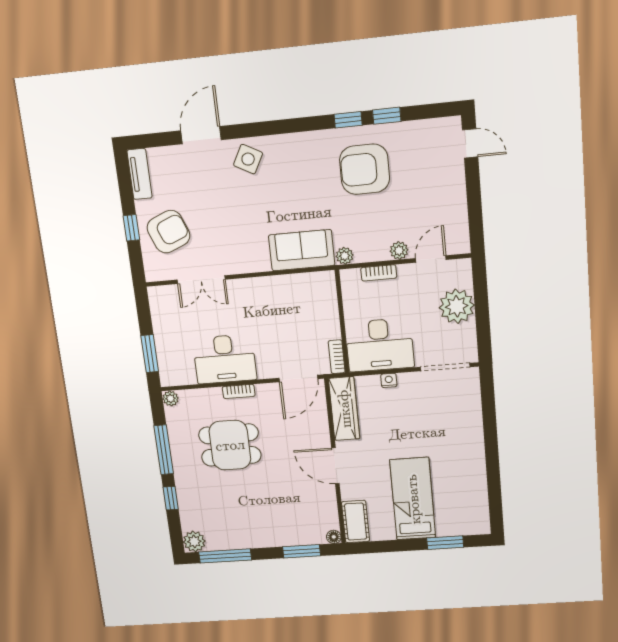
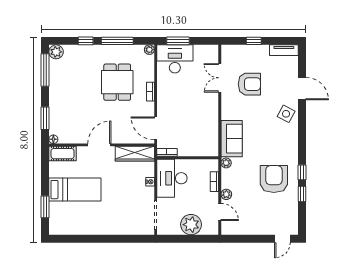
armchair: (168, 232) -> (249, 84), moved, turned -68
desk: (225, 359) -> (175, 59), moved, turned 90

